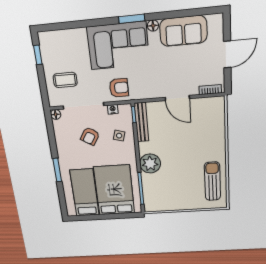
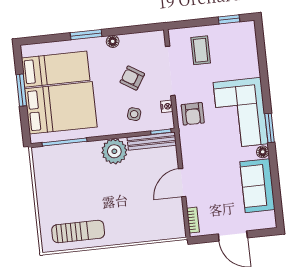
floor lamp: (56, 114) -> (113, 41), moved
plant: (150, 163) -> (114, 151), moved
window: (101, 217) -> (21, 90), added

